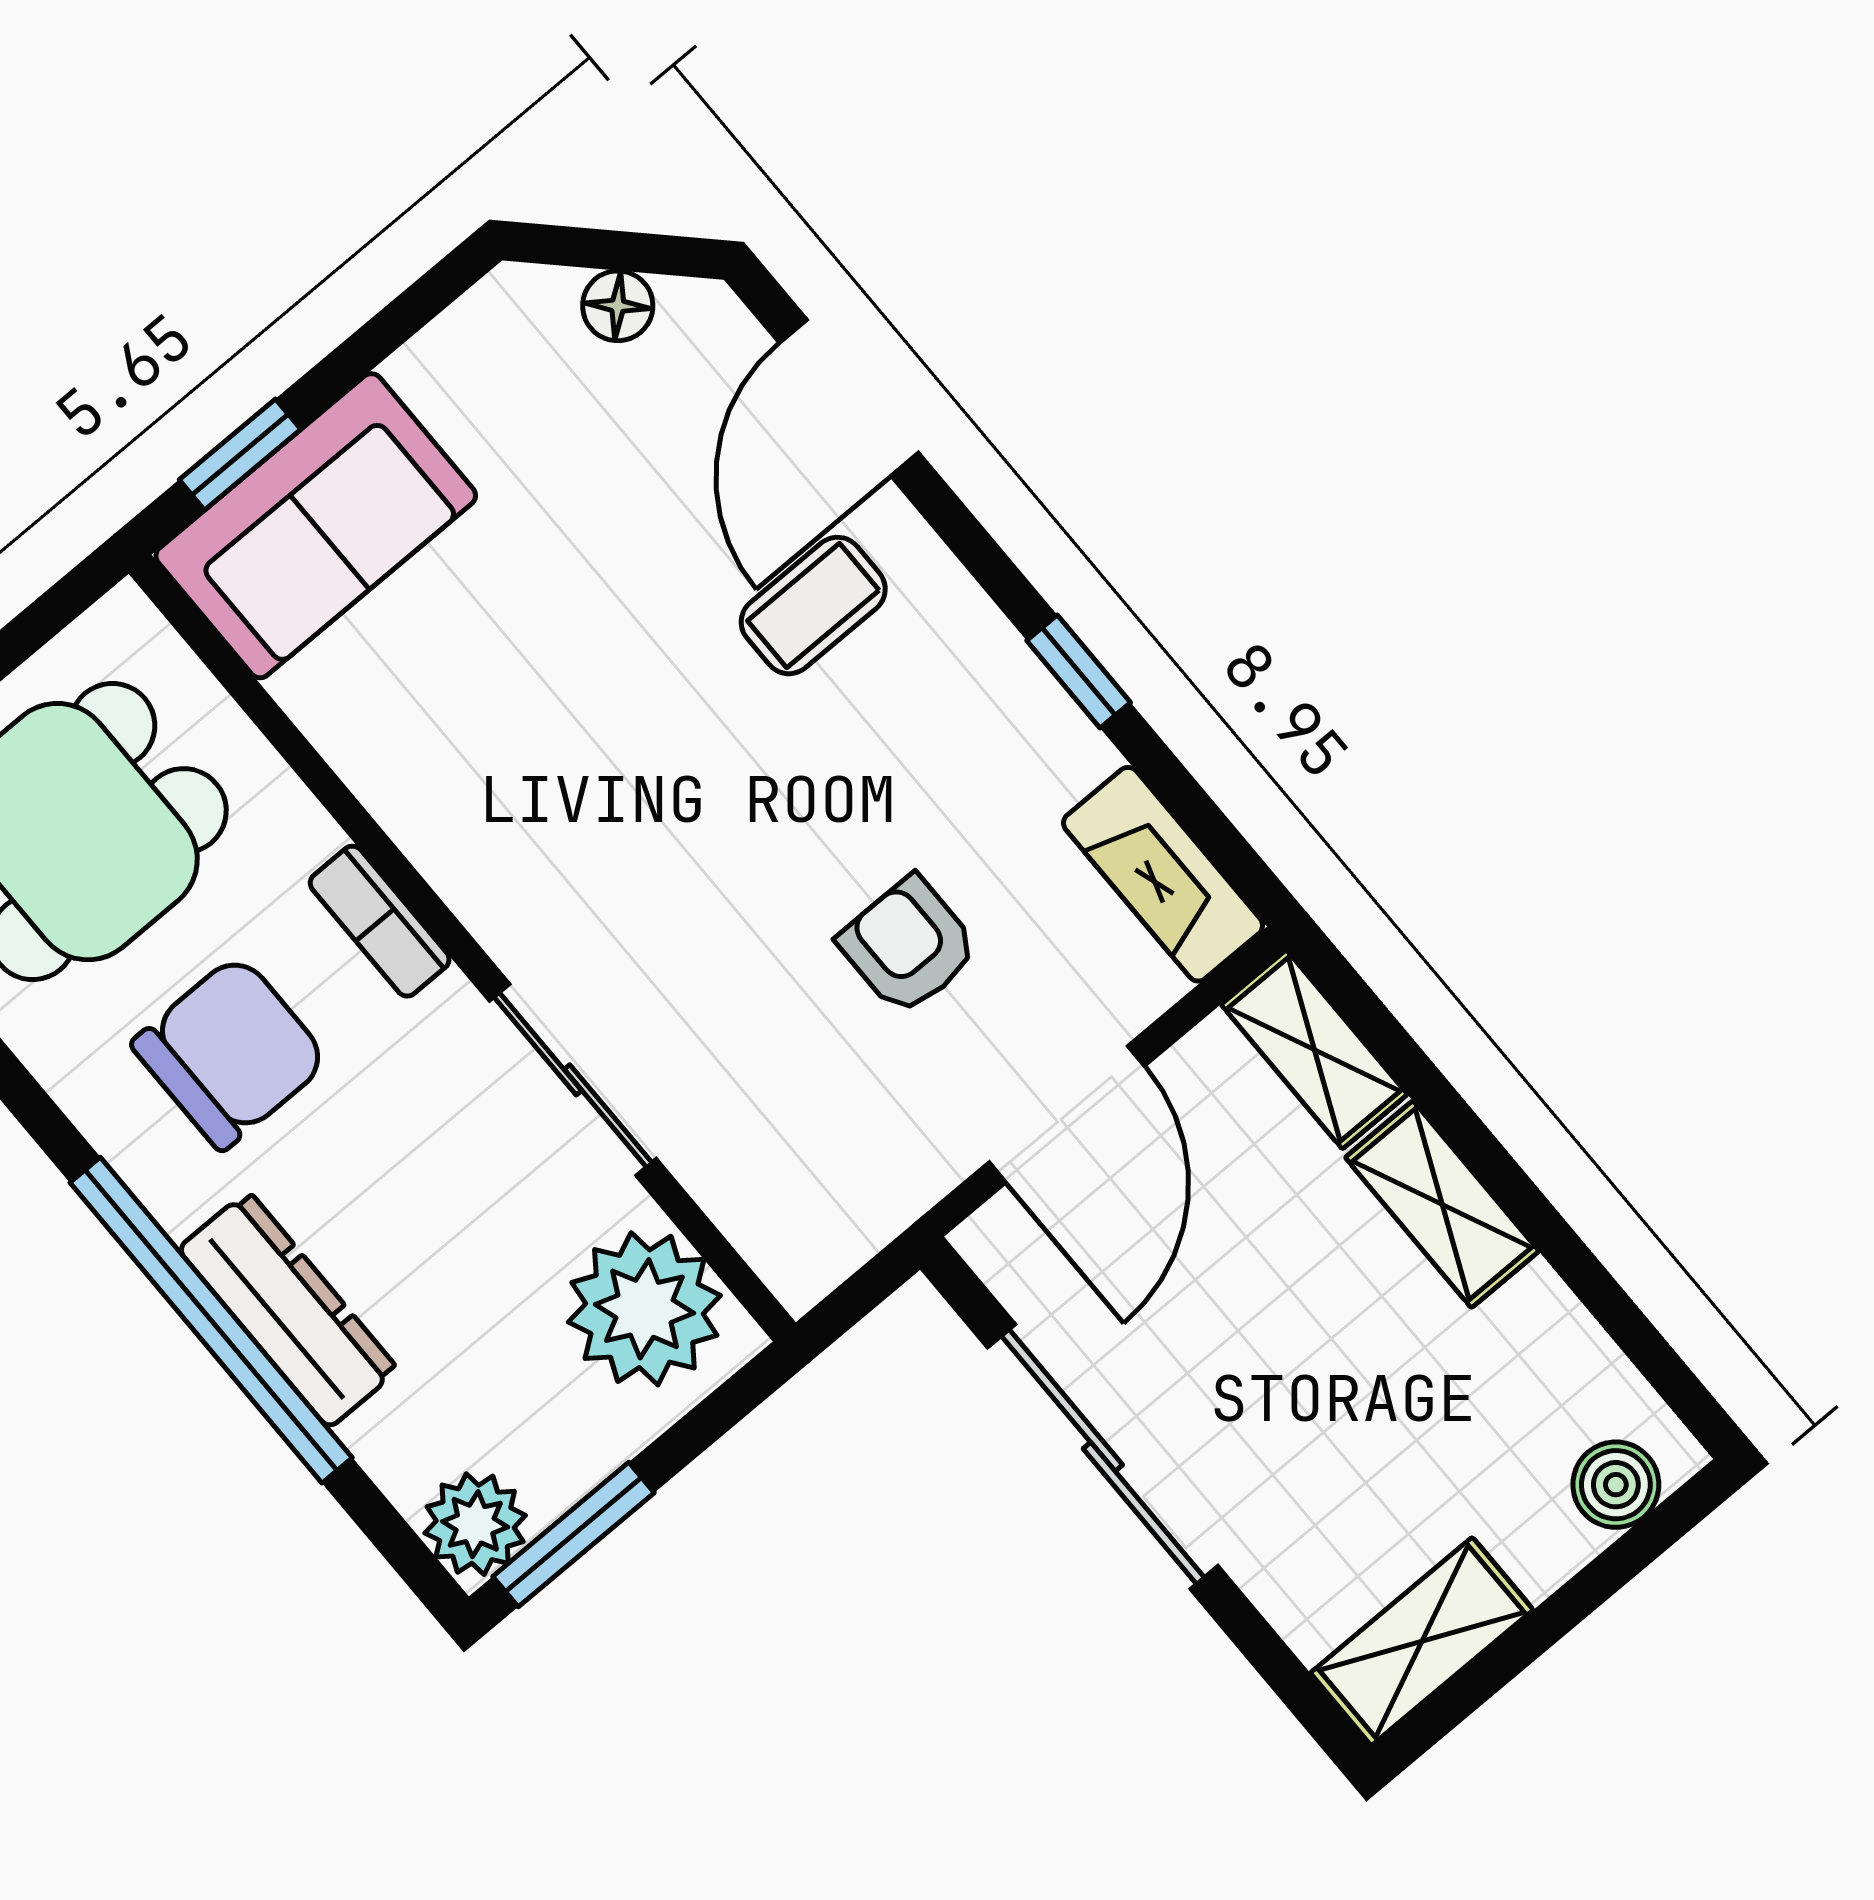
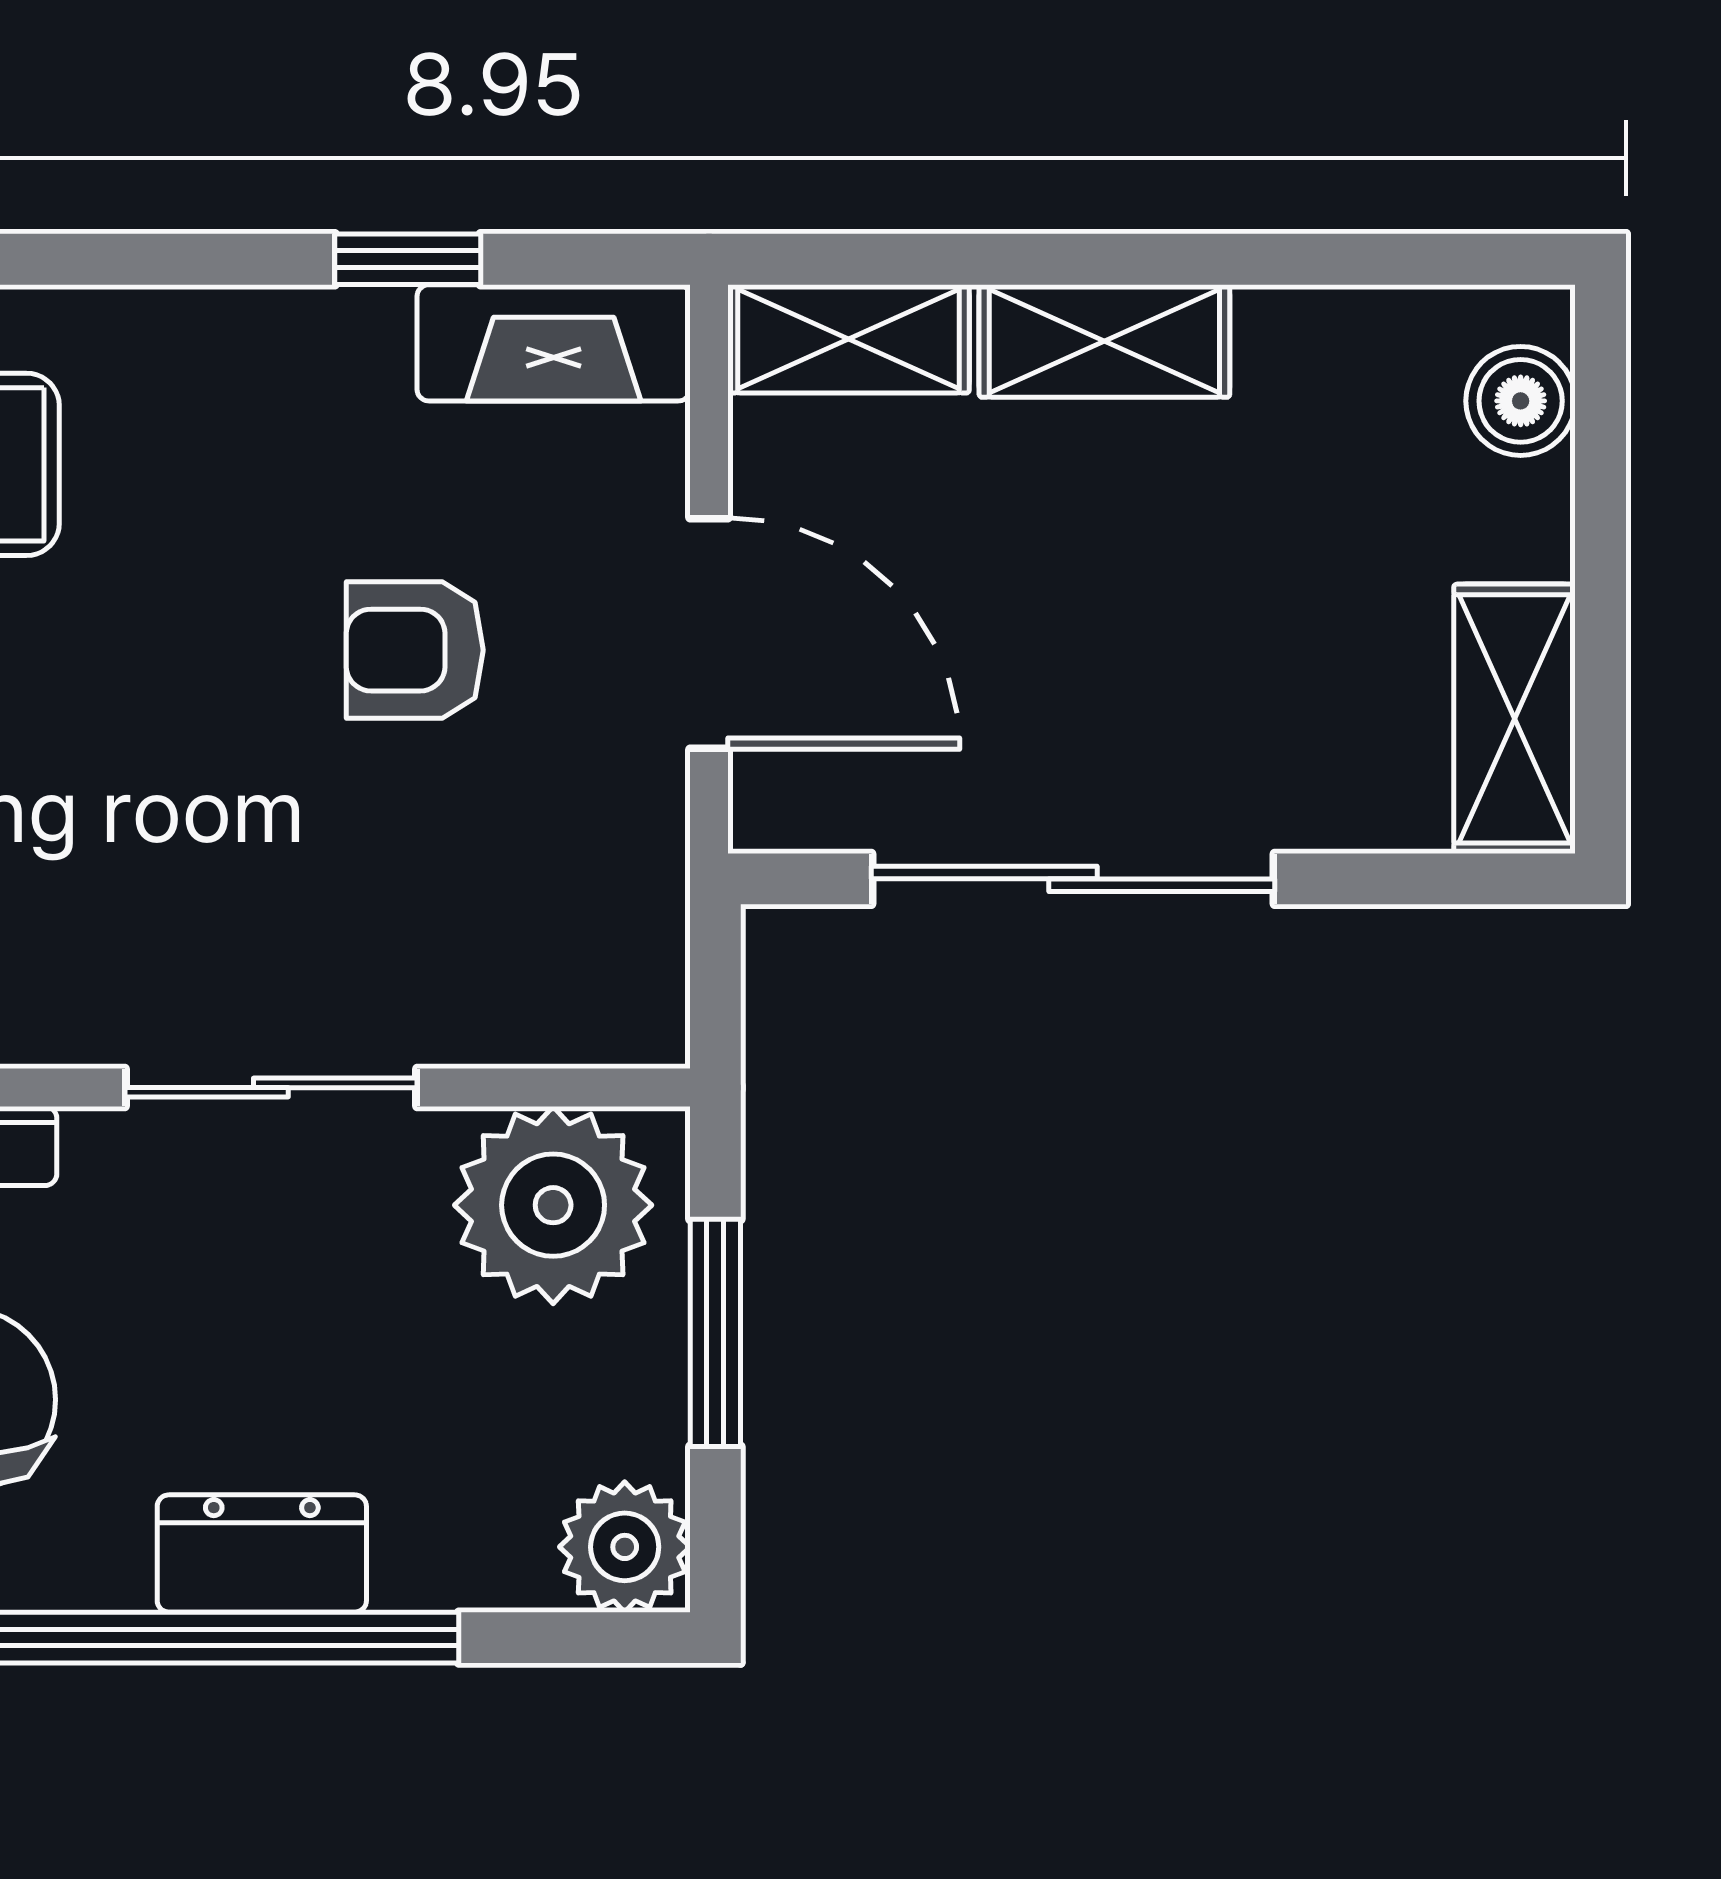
window: (1079, 671) -> (408, 259), moved
dresser: (288, 1309) -> (262, 1553), width x0.70
window: (574, 1535) -> (715, 1333), moved

